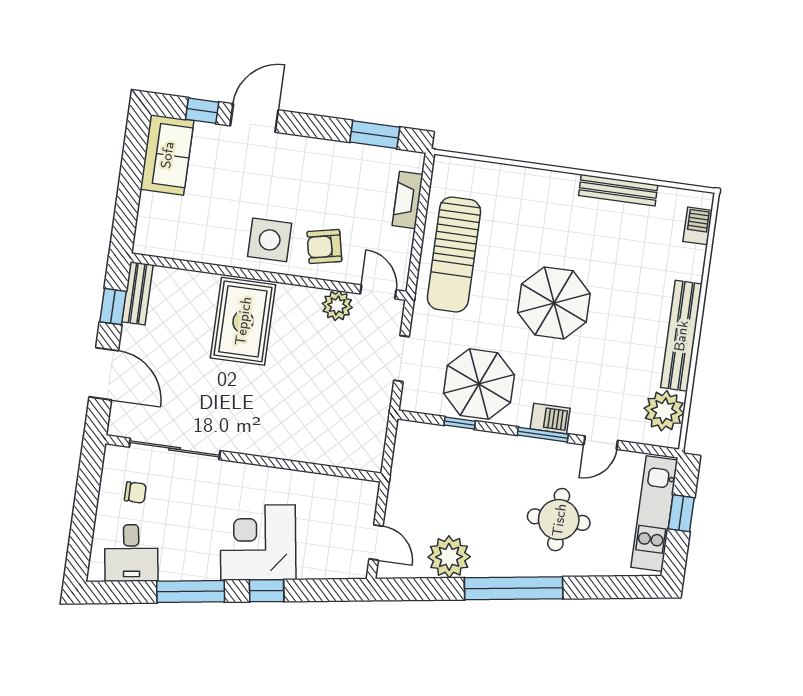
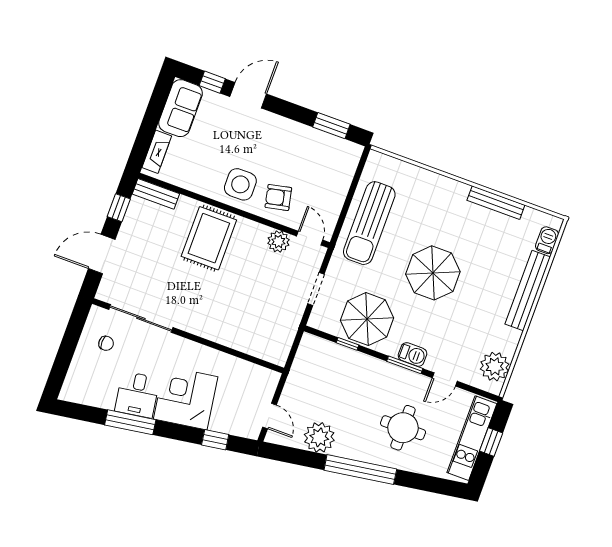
fireplace: (408, 200) -> (157, 152), moved, turned 180
bench: (138, 293) -> (156, 194), moved, turned 90
bench: (681, 336) -> (528, 290), moved
door: (104, 374) -> (102, 254), swing flipped
desk: (131, 553) -> (137, 395), moved
window: (267, 591) -> (215, 440), moved

